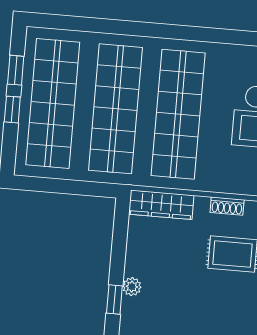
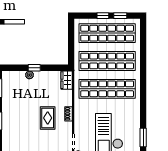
wardrobe: (161, 205) -> (67, 80), width x0.67
window: (114, 300) -> (34, 68), moved

